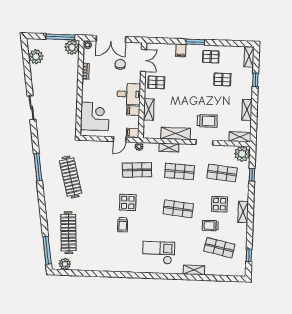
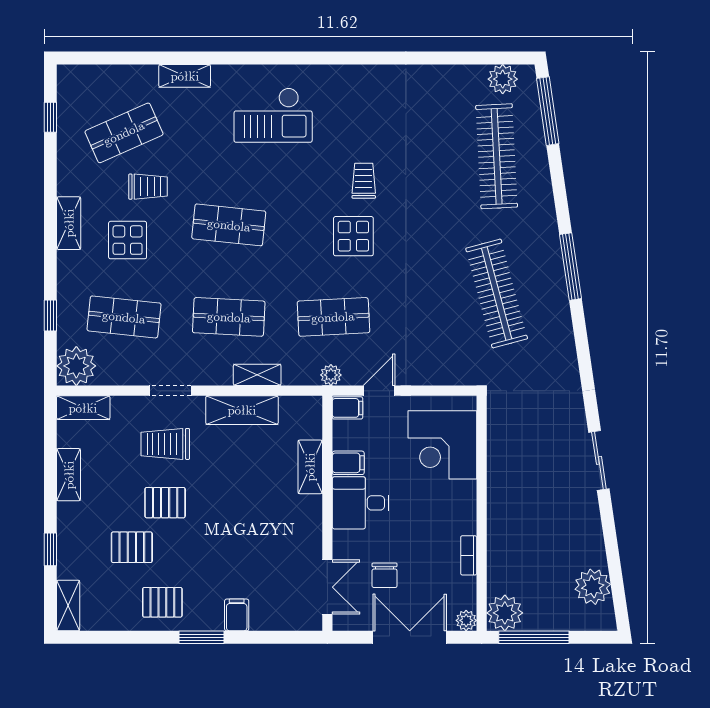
double door: (144, 60) -> (327, 587), swing flipped
pallet: (156, 82) -> (165, 503), moved
window: (38, 167) -> (570, 267), moved
shop shelf: (219, 248) -> (124, 133), turned -36

